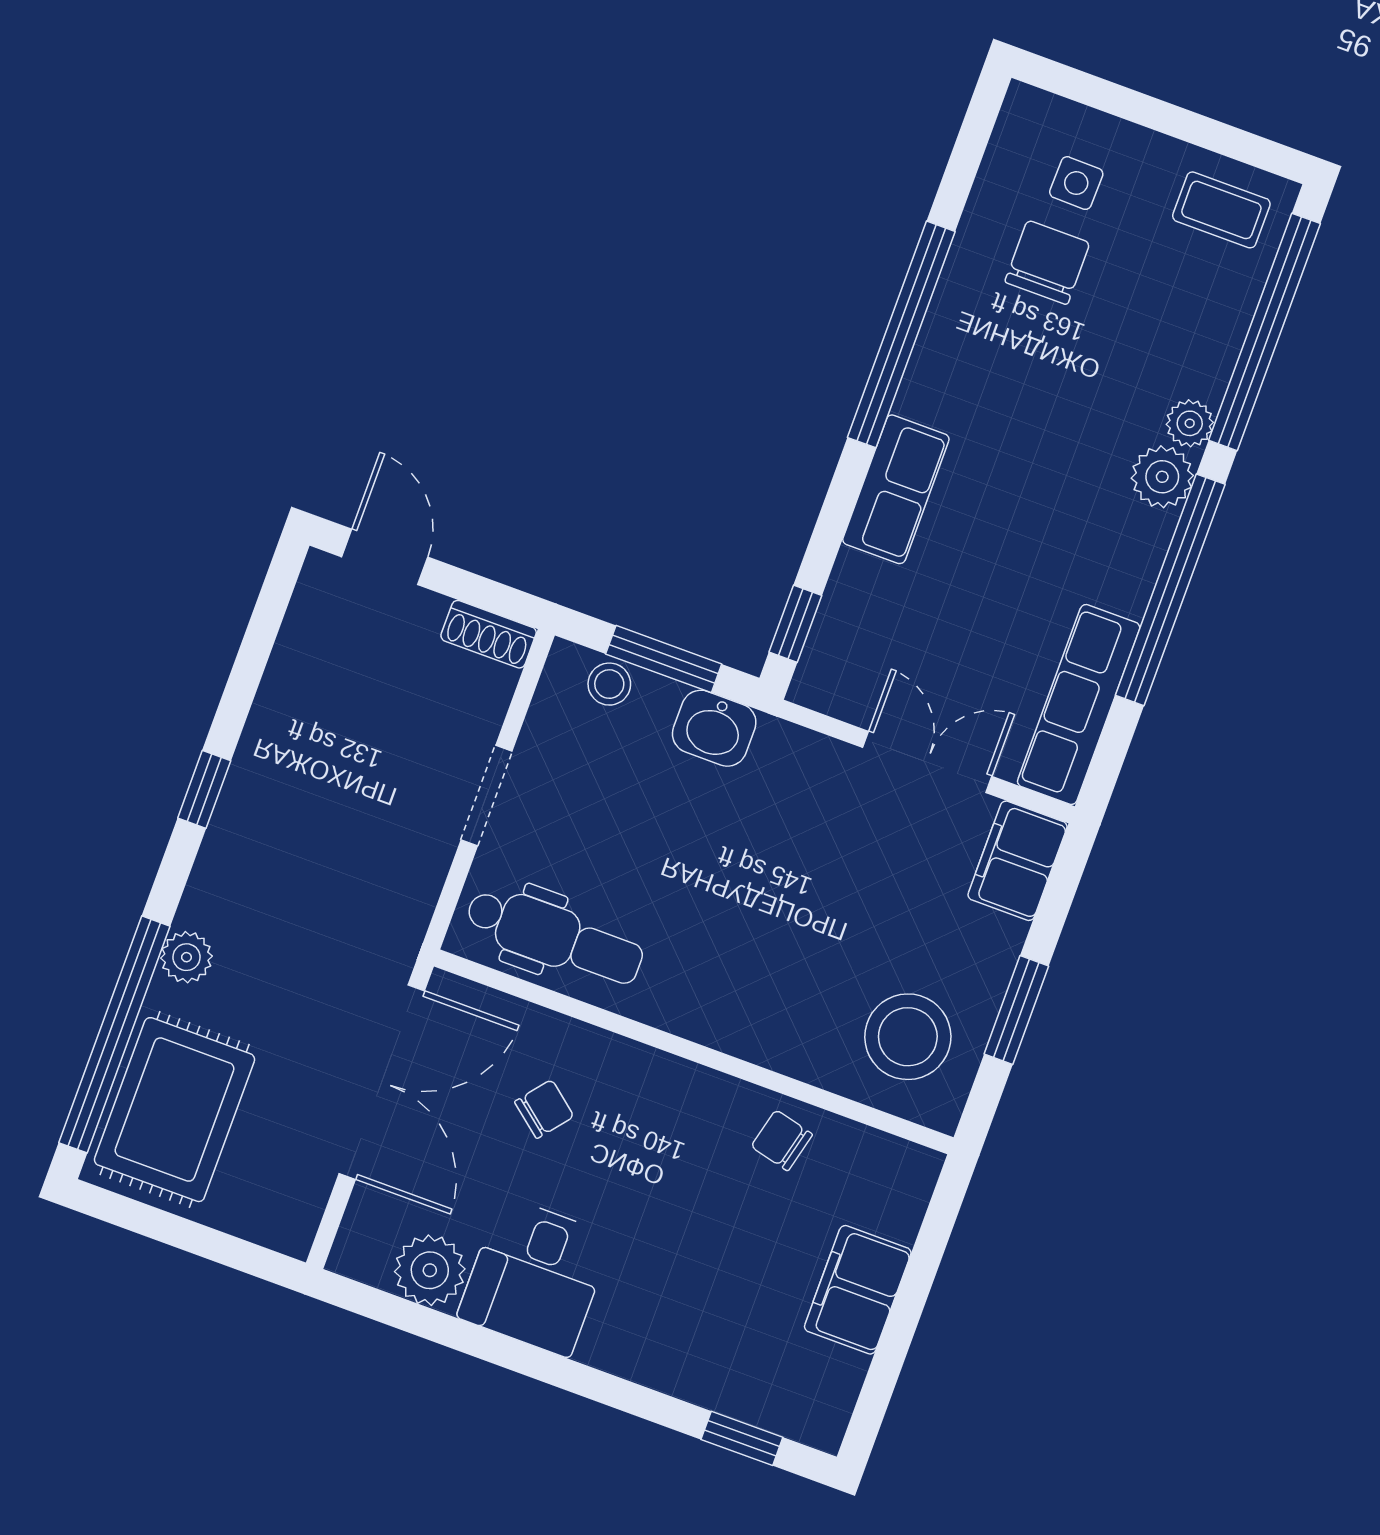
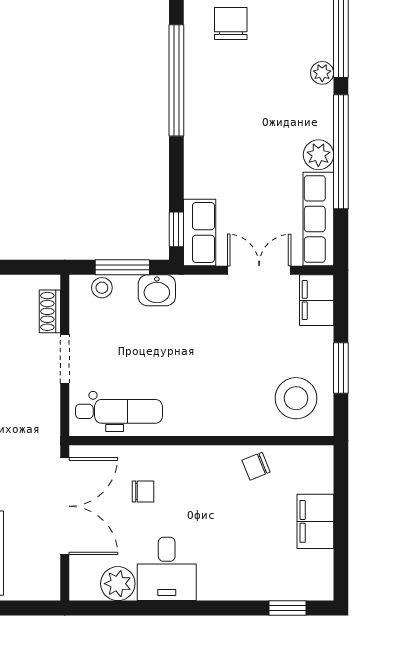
plant: (1162, 477) -> (318, 155), moved
row of seats: (896, 489) -> (200, 232), moved
shoe rack: (489, 634) -> (50, 311), moved, turned 90
chair: (544, 1109) -> (143, 491), turned 51
chair: (782, 1140) -> (256, 466), turned -36

